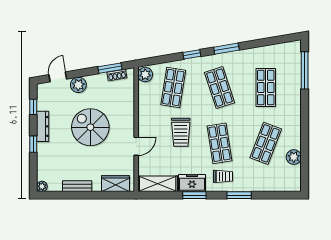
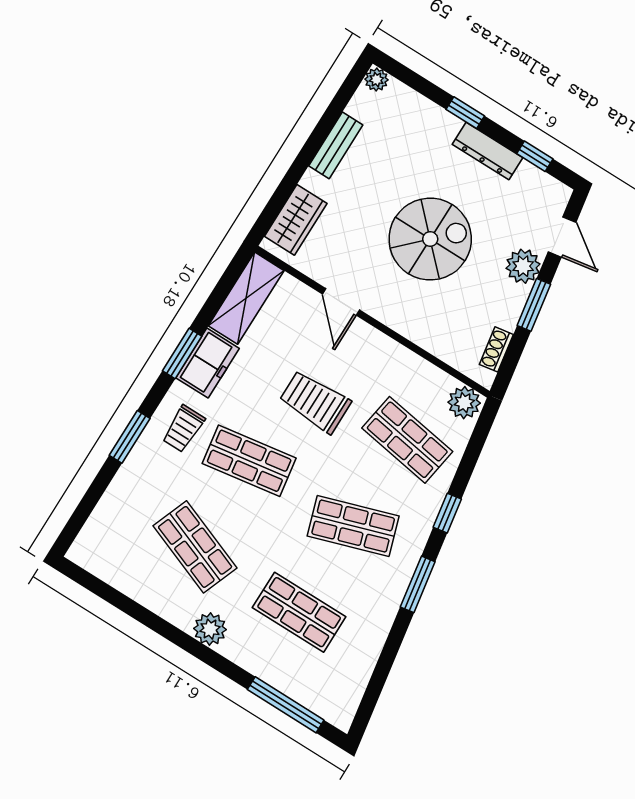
window: (110, 68) -> (534, 305), moved
plant: (294, 157) -> (210, 629), moved

